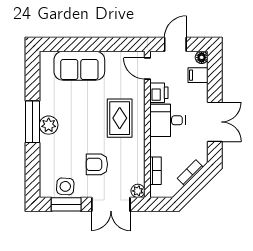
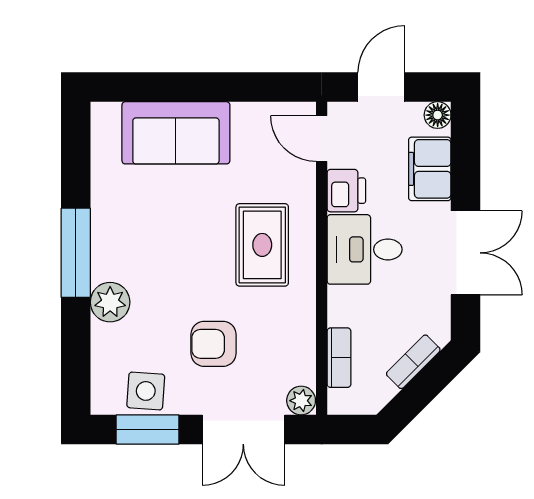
filing cabinet: (198, 75) -> (430, 169), width x2.00
plant: (49, 125) -> (110, 302), moved

